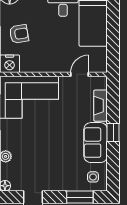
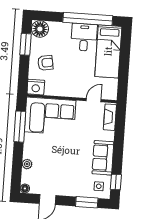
fireplace: (101, 106) -> (110, 117), moved
window: (113, 132) -> (116, 182), moved

